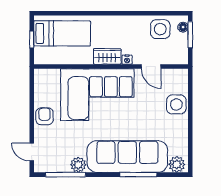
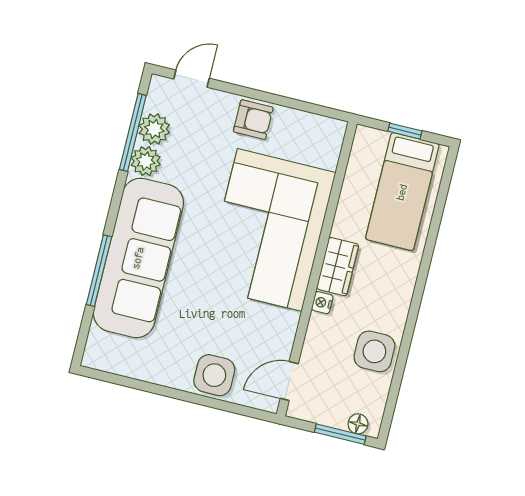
side table: (160, 29) -> (374, 351), moved
door: (151, 67) -> (289, 381), moved
plant: (177, 164) -> (154, 129), moved

